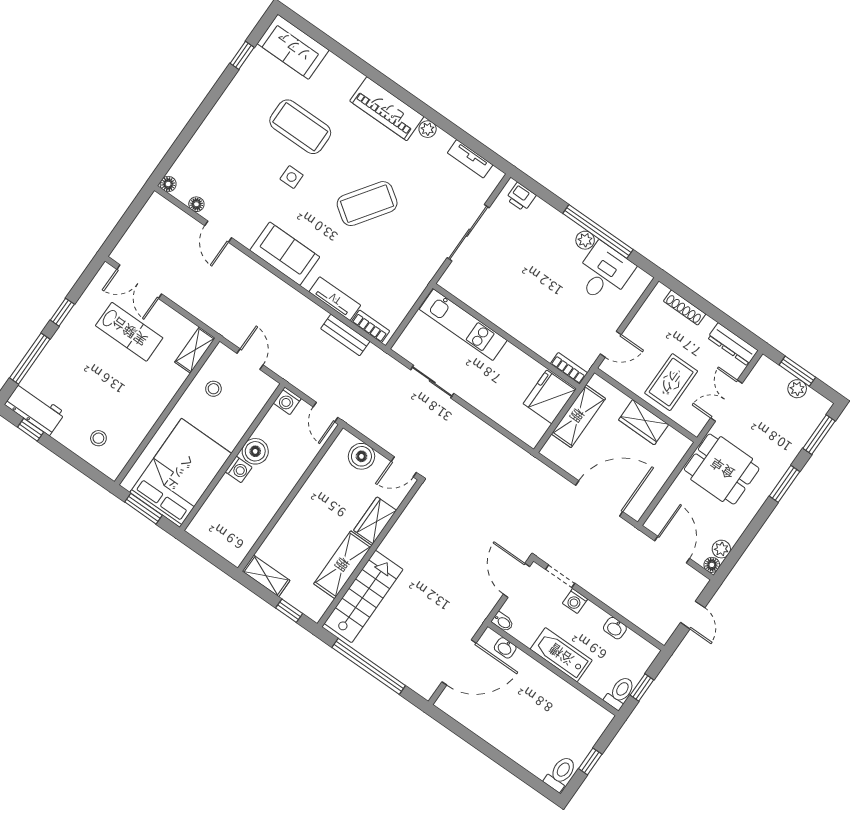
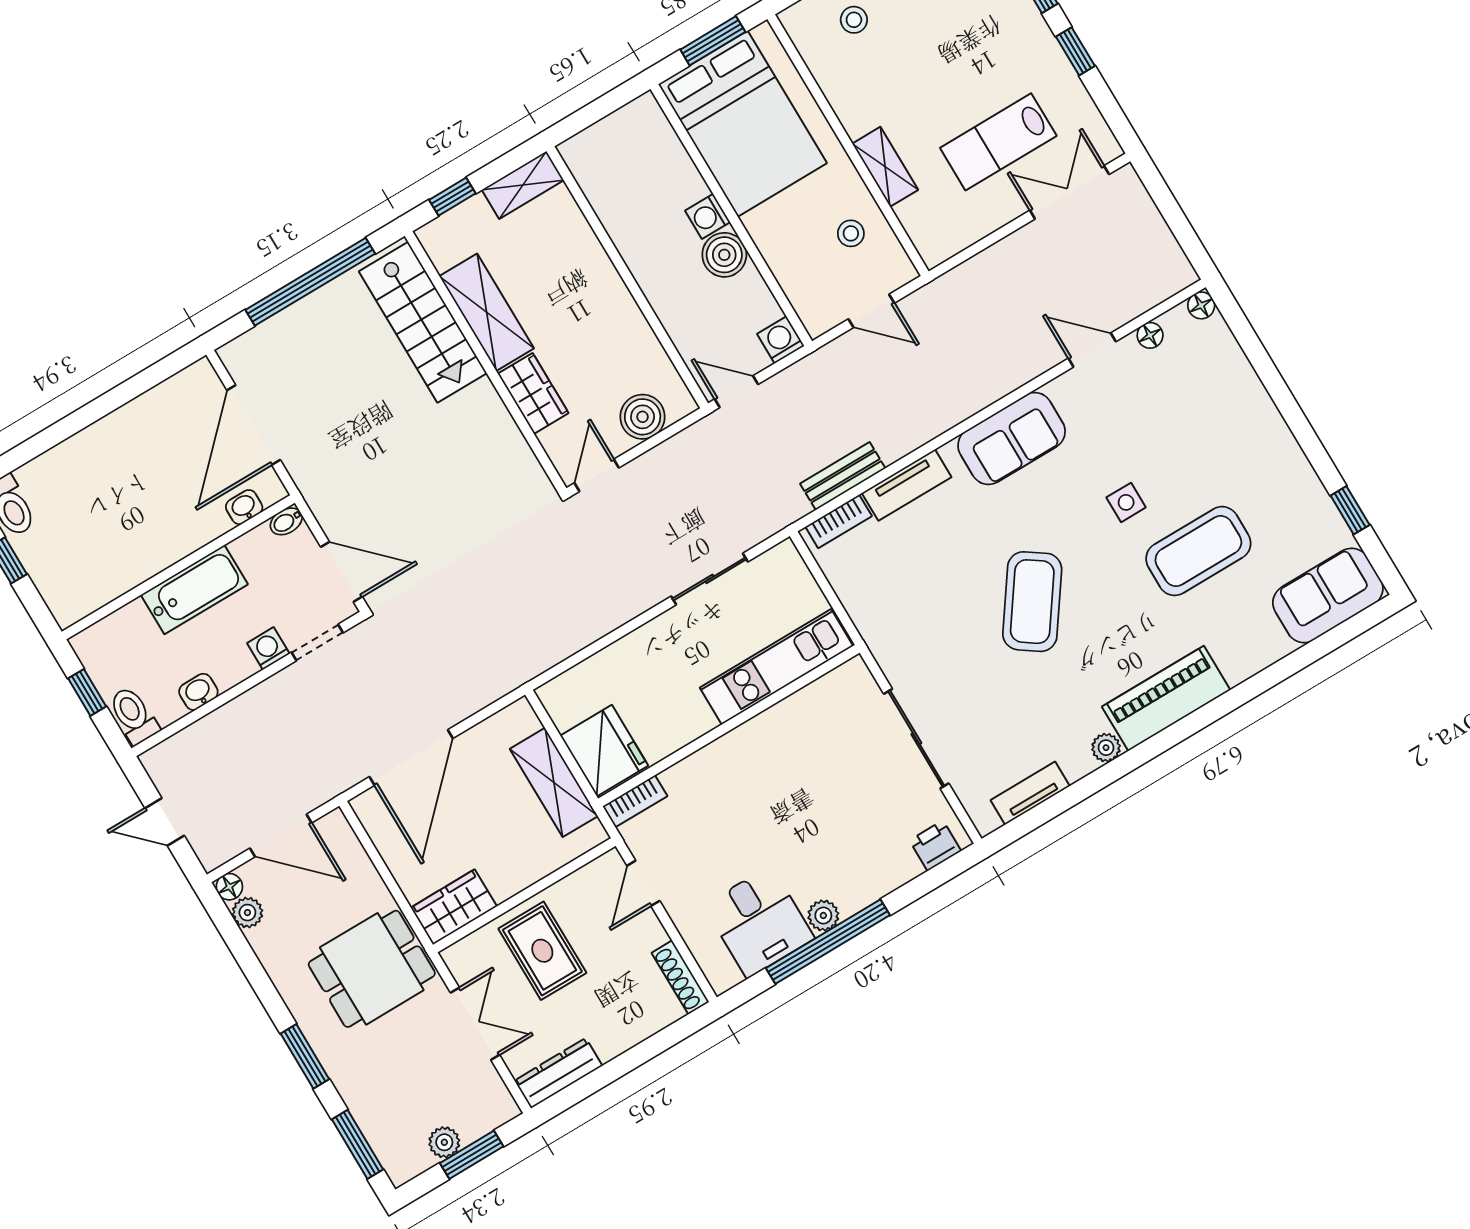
shoe rack: (685, 307) -> (680, 977), moved, turned -90
shelving: (195, 350) -> (885, 167), moved
wardrobe: (644, 422) -> (454, 907), moved
toilet: (620, 693) -> (134, 715), moved, turned 180

